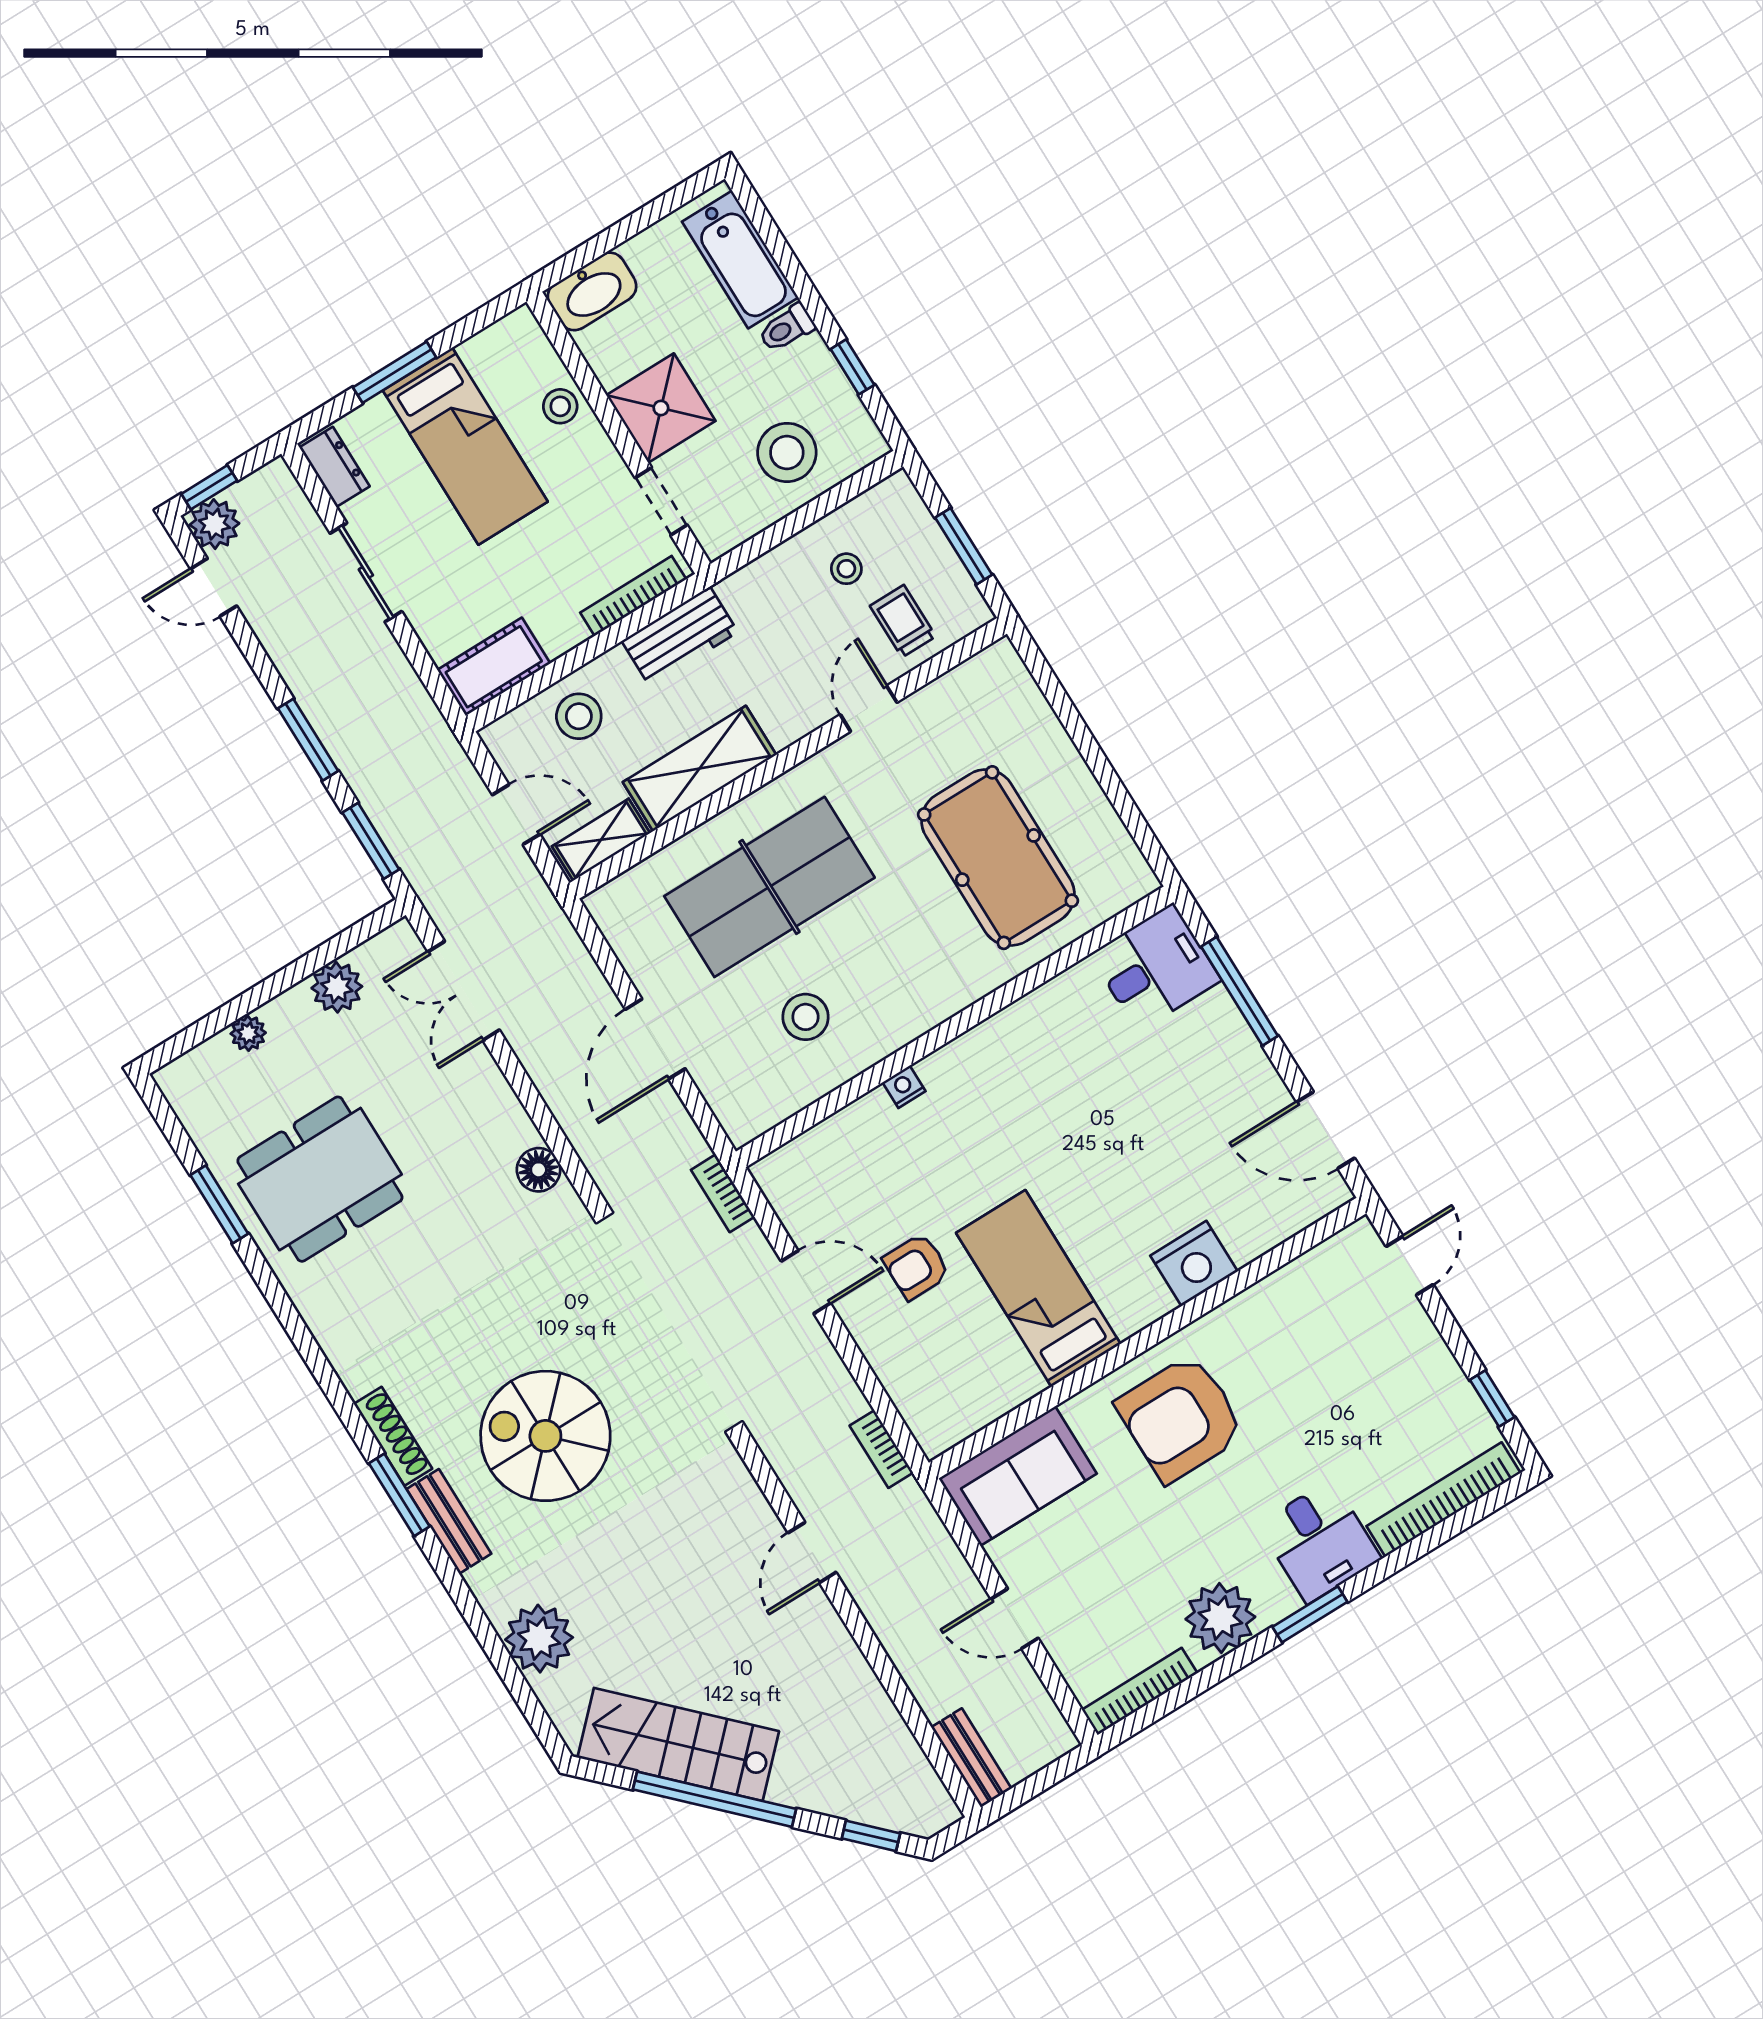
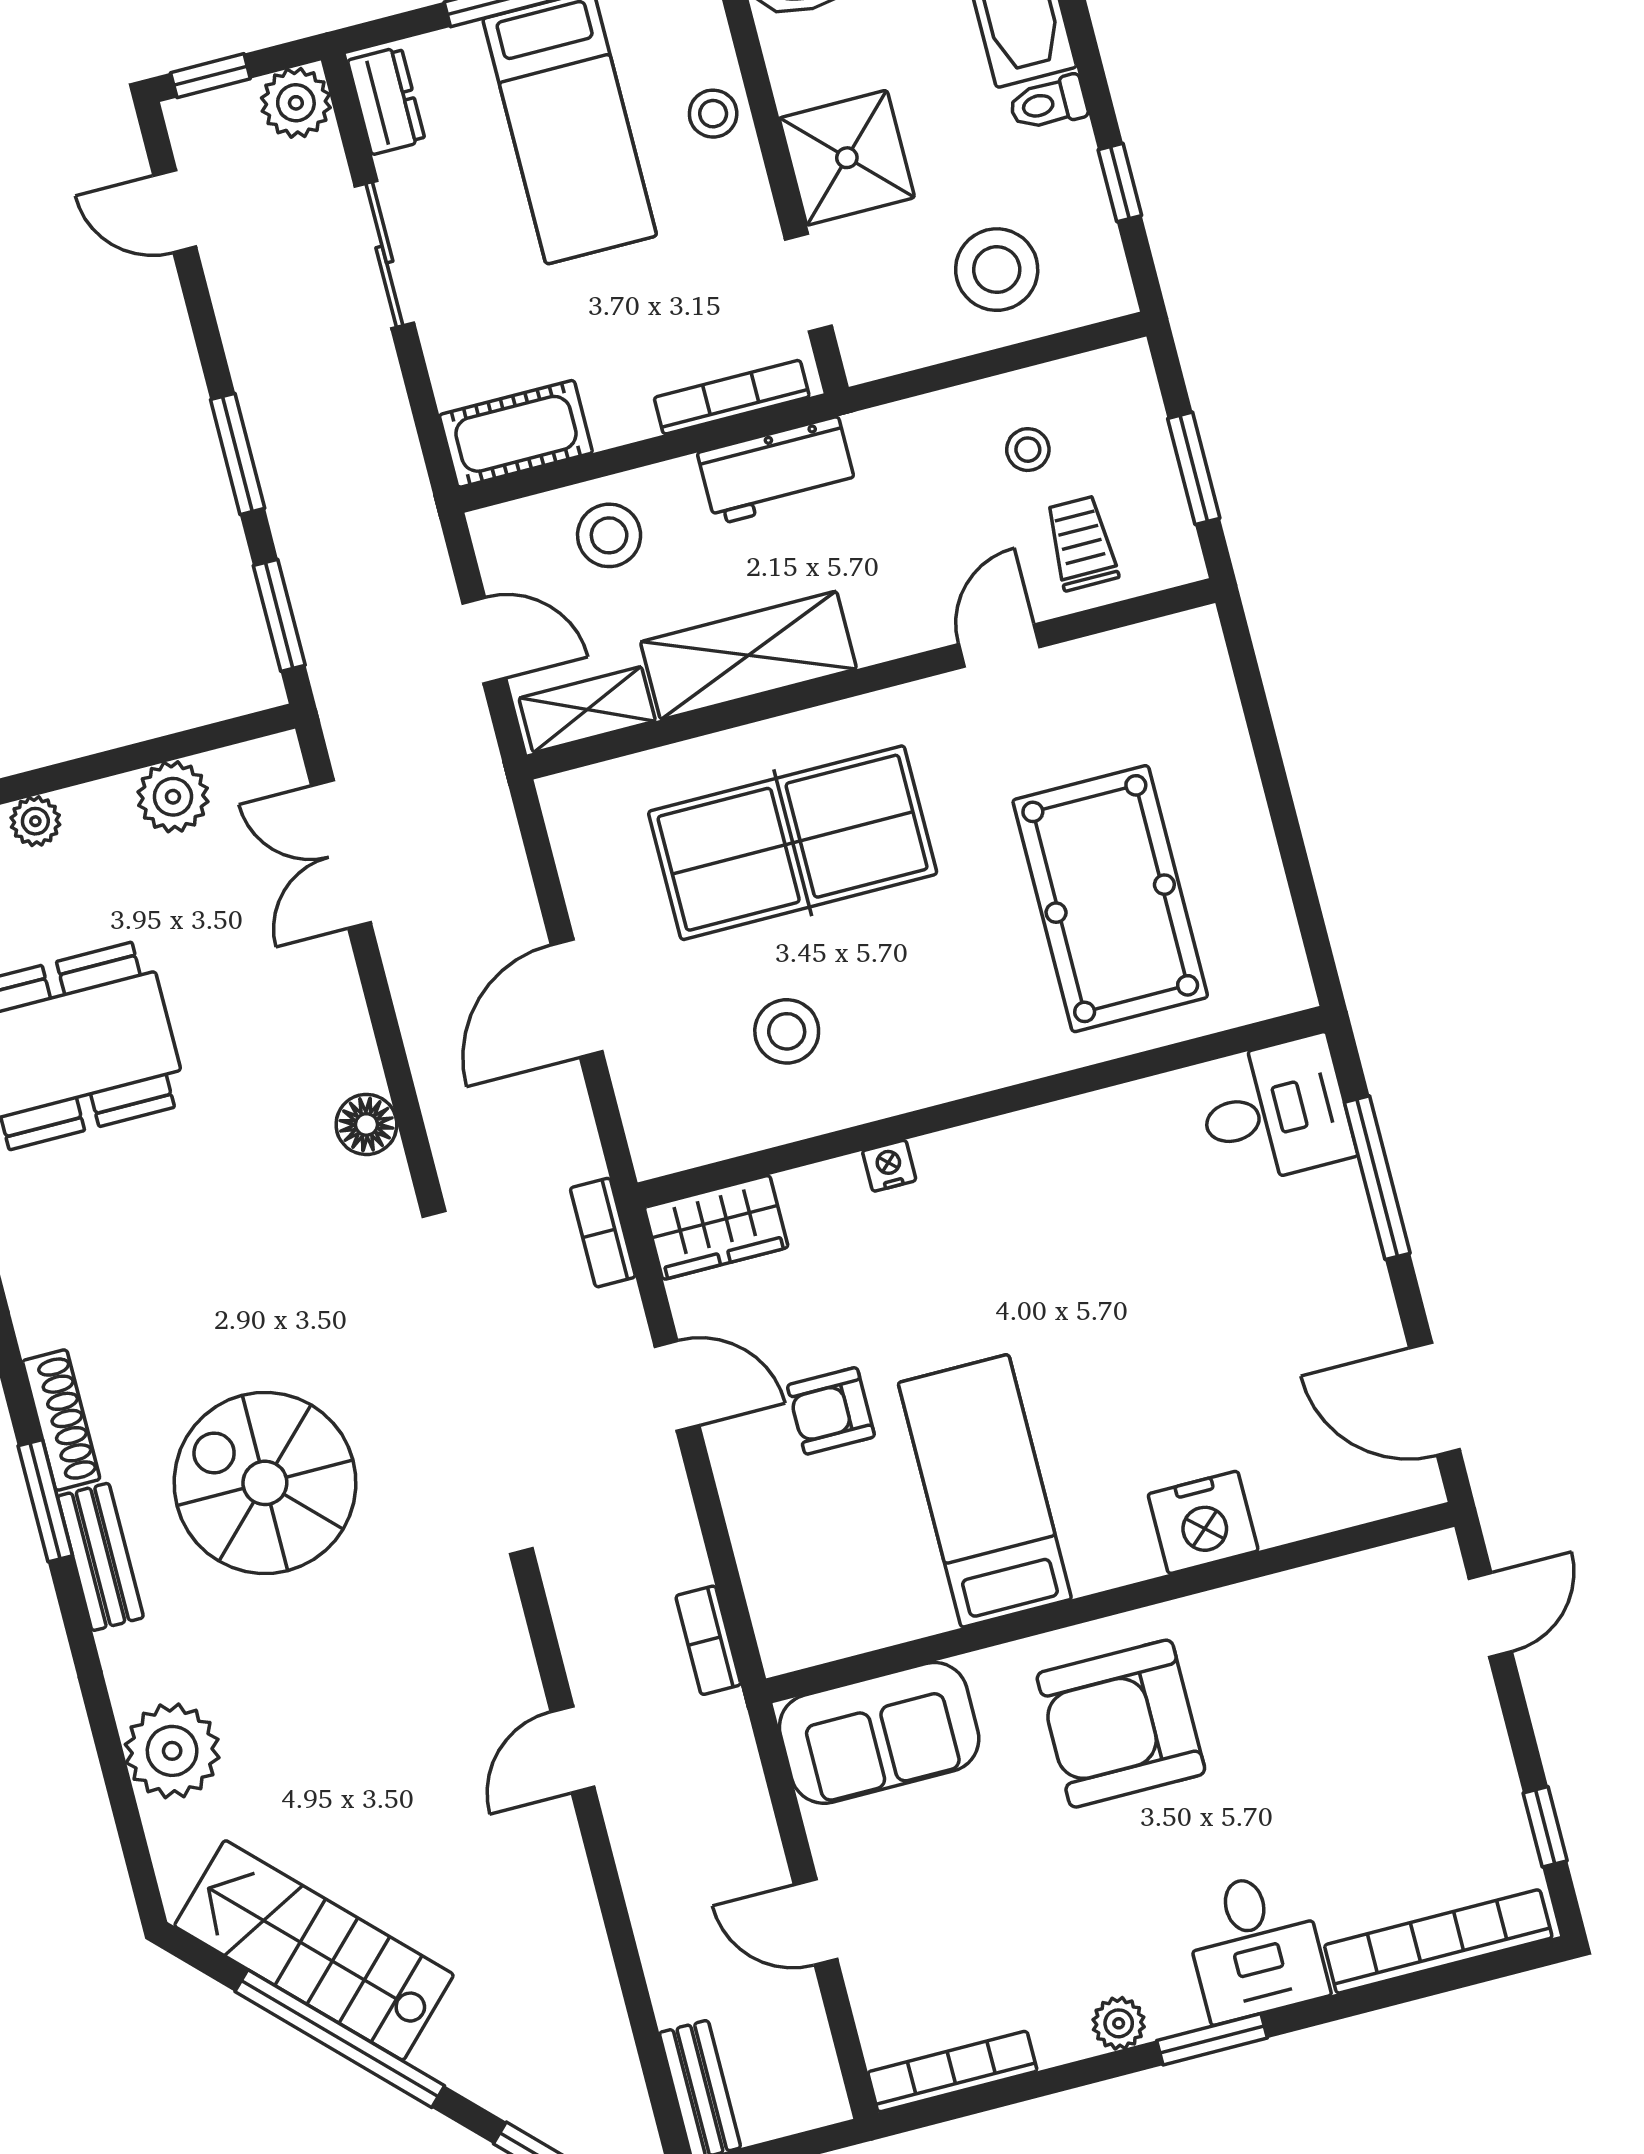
plant: (214, 524) -> (296, 103), moved
wardrobe: (799, 1166) -> (716, 1227), added
plant: (1220, 1618) -> (1119, 2023), width x0.53, depth x0.53

